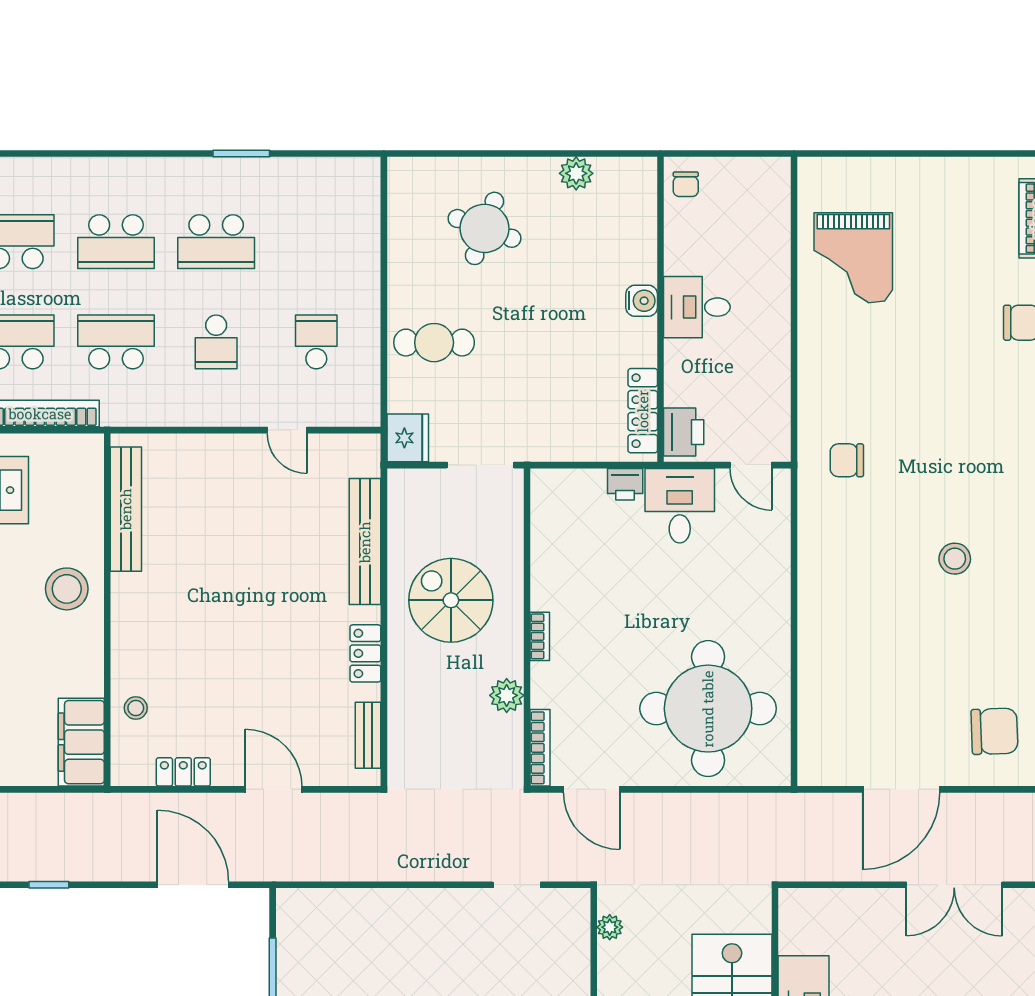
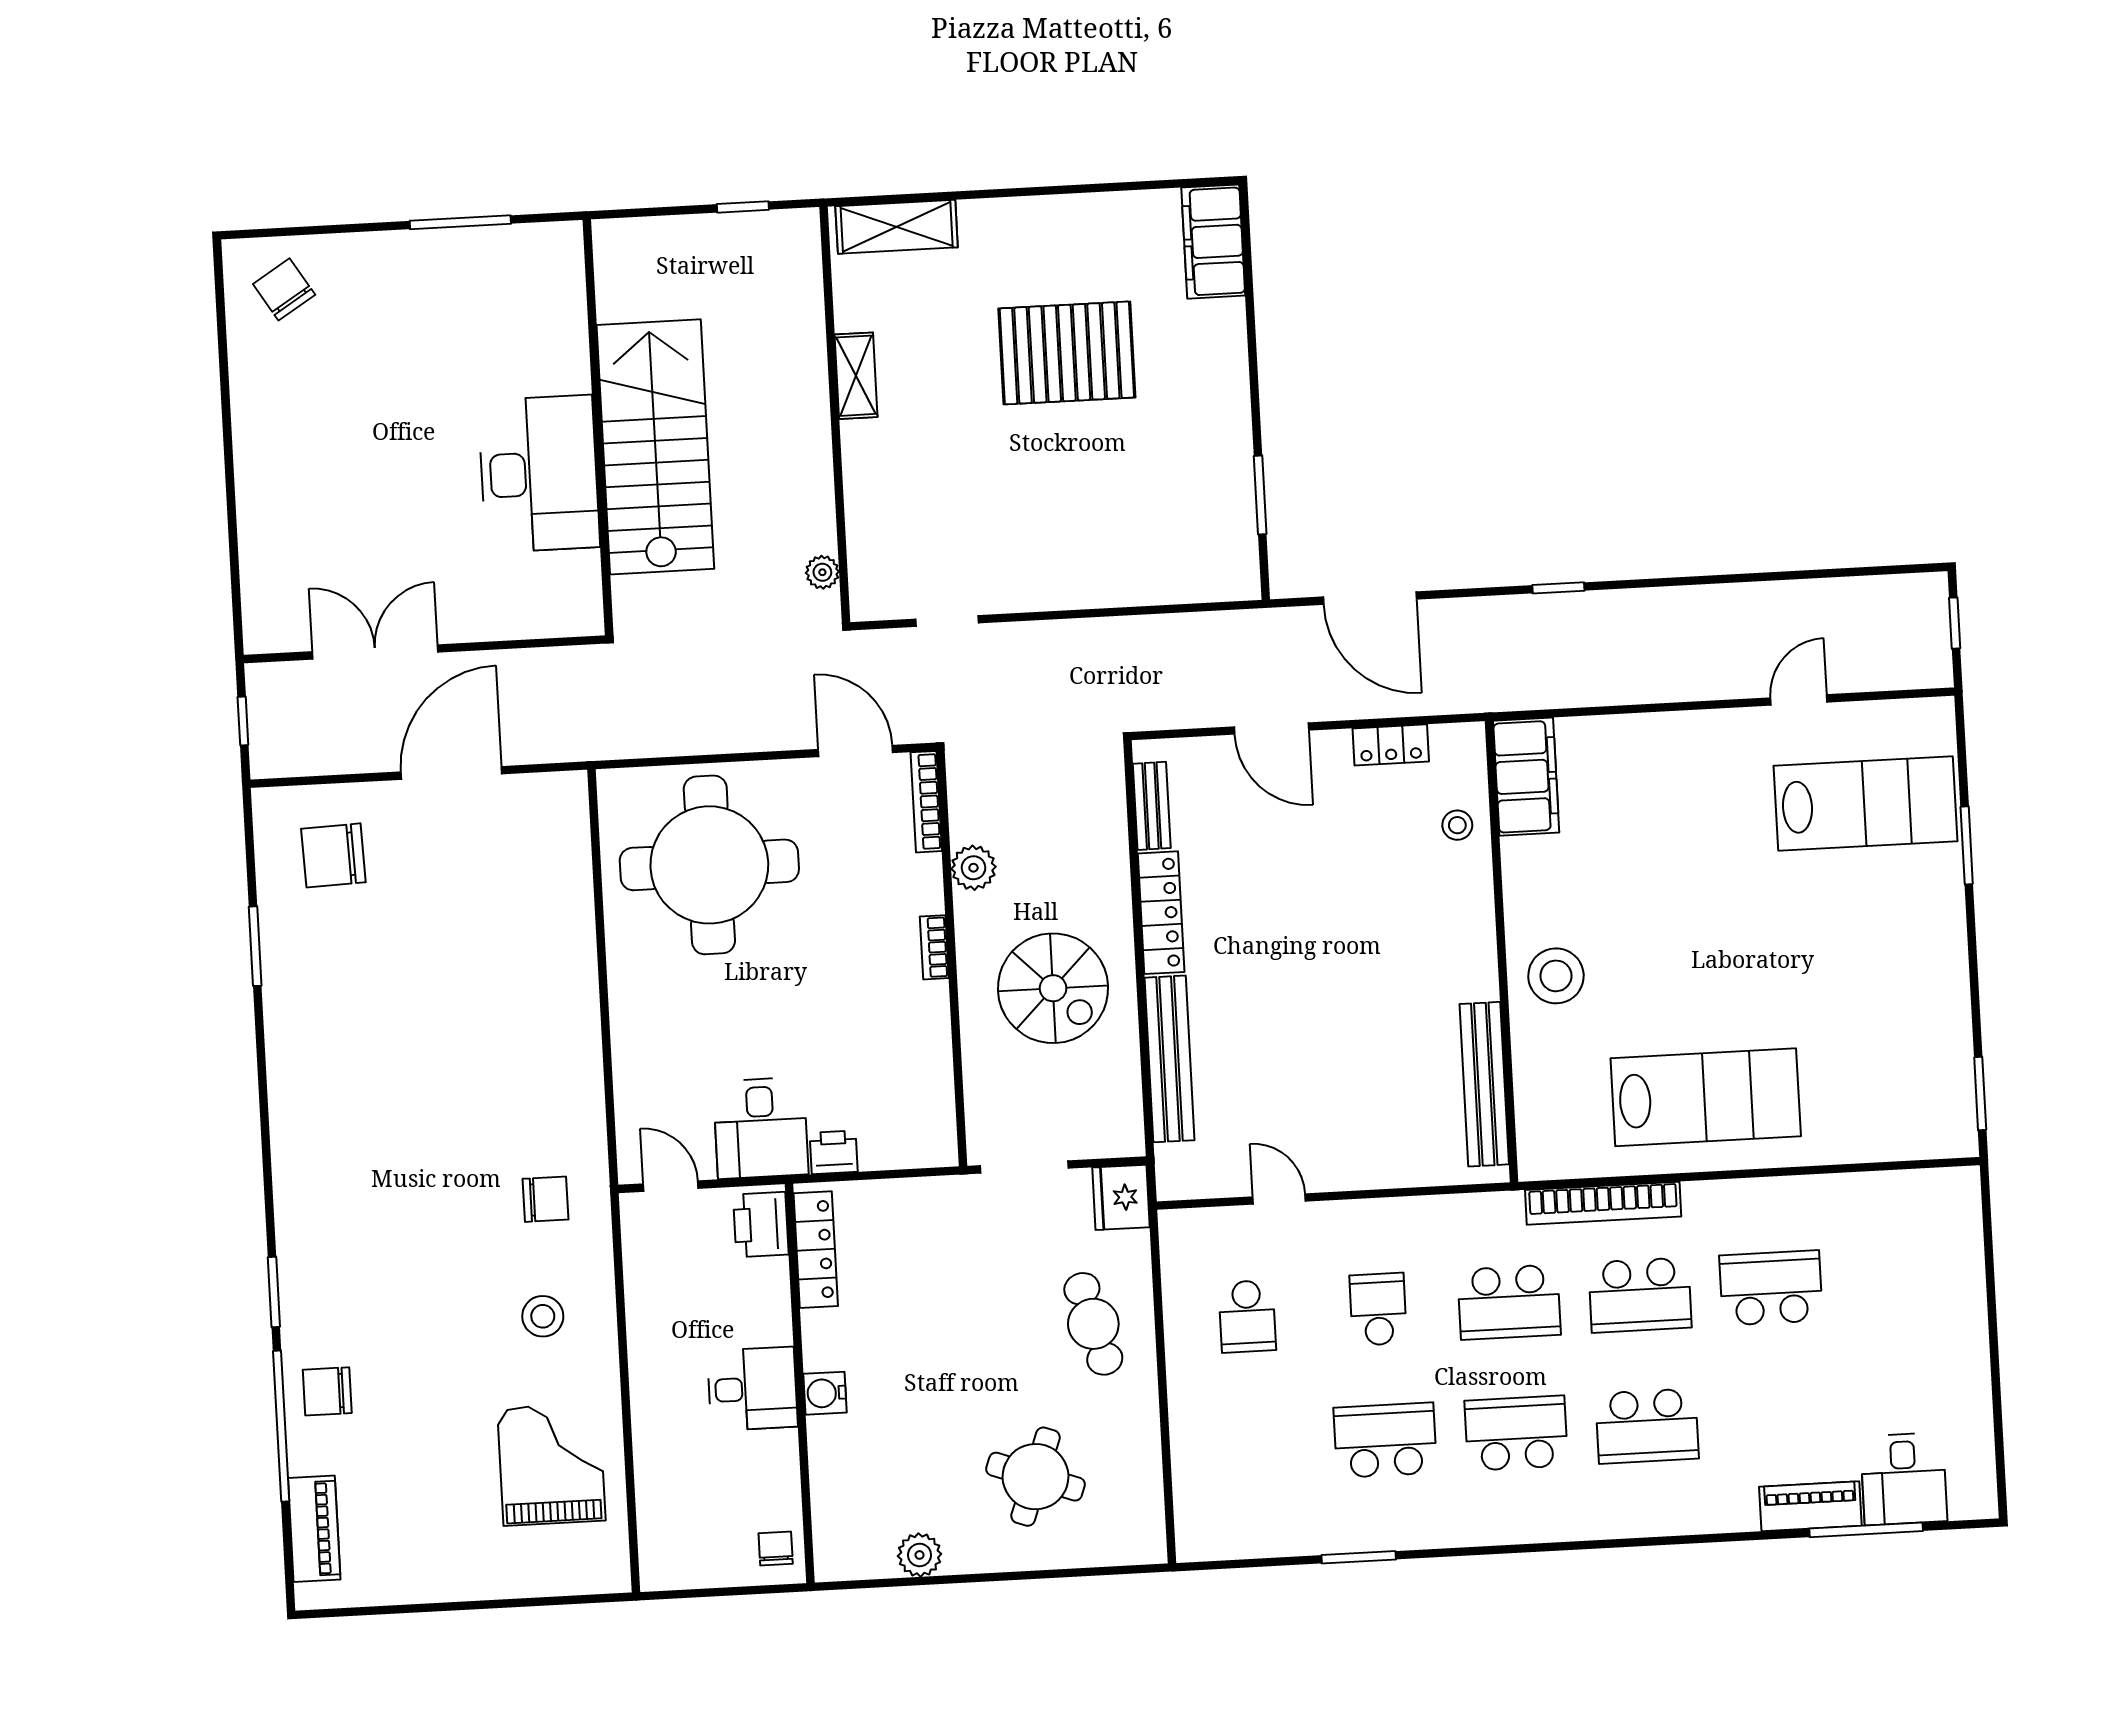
cafe table: (434, 343) -> (1093, 1324), turned 75
stool: (955, 559) -> (543, 1316), moved
locker: (365, 653) -> (1161, 913), width x1.53

